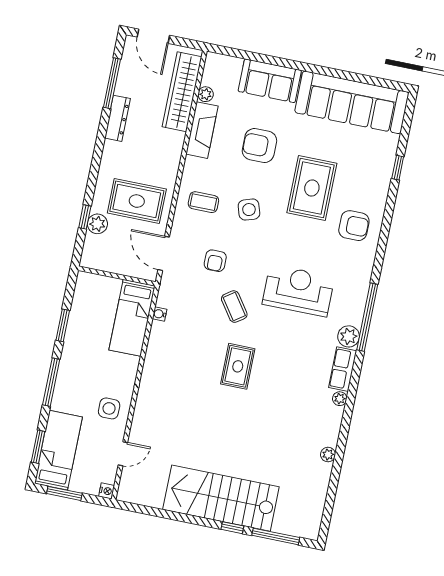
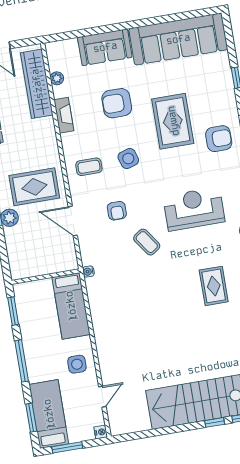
fireplace: (202, 130) -> (64, 115), width x0.73, depth x0.76
wall: (117, 276) -> (46, 277), moved
bed: (132, 318) -> (71, 306), moved
rug: (238, 366) -> (214, 286), moved

